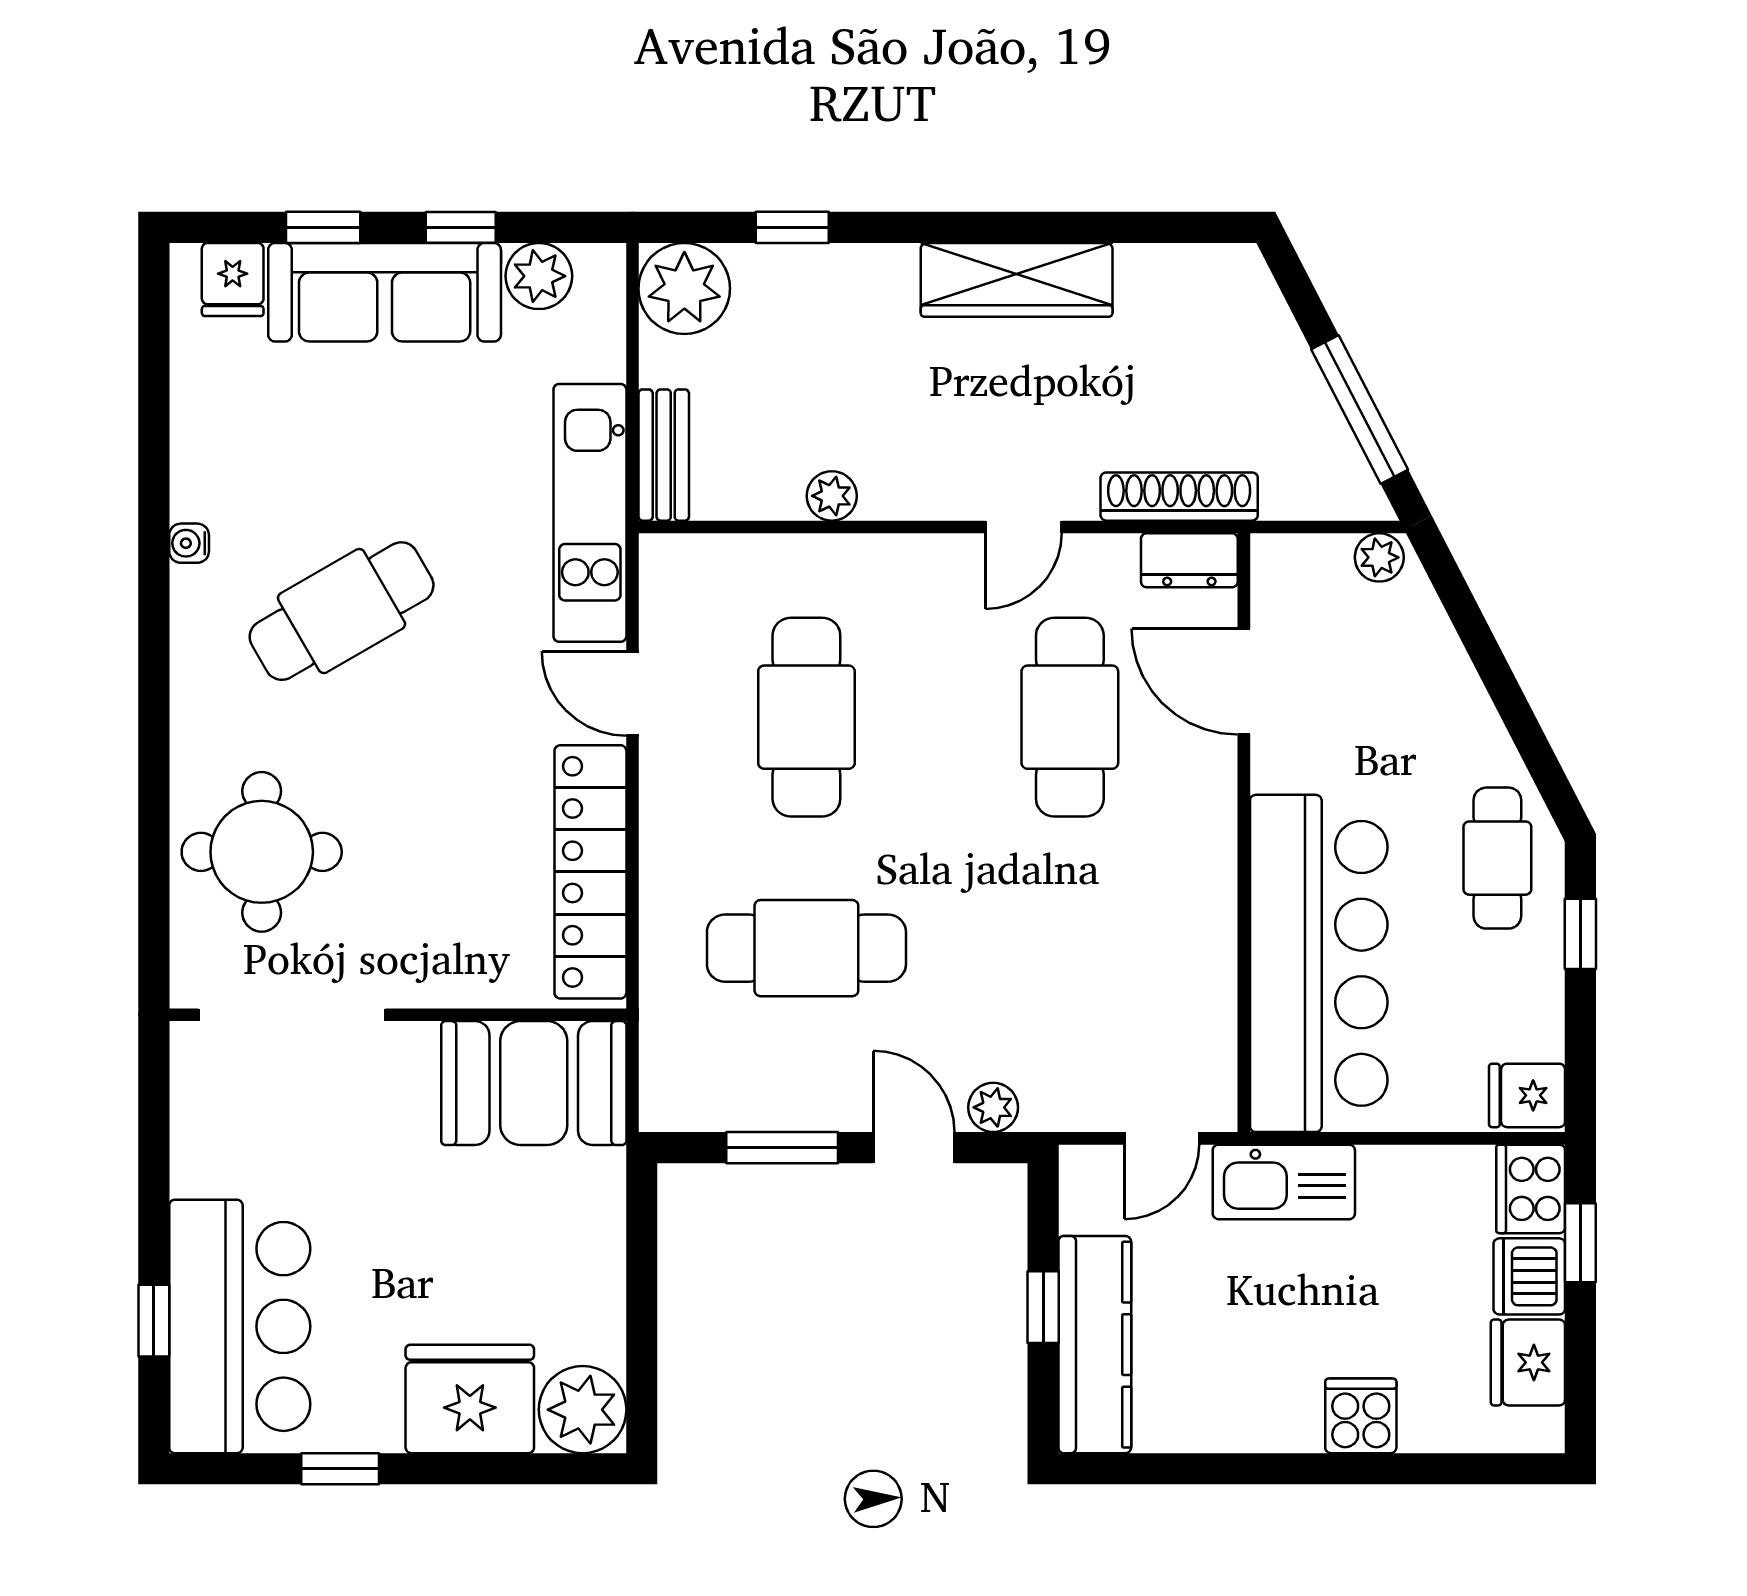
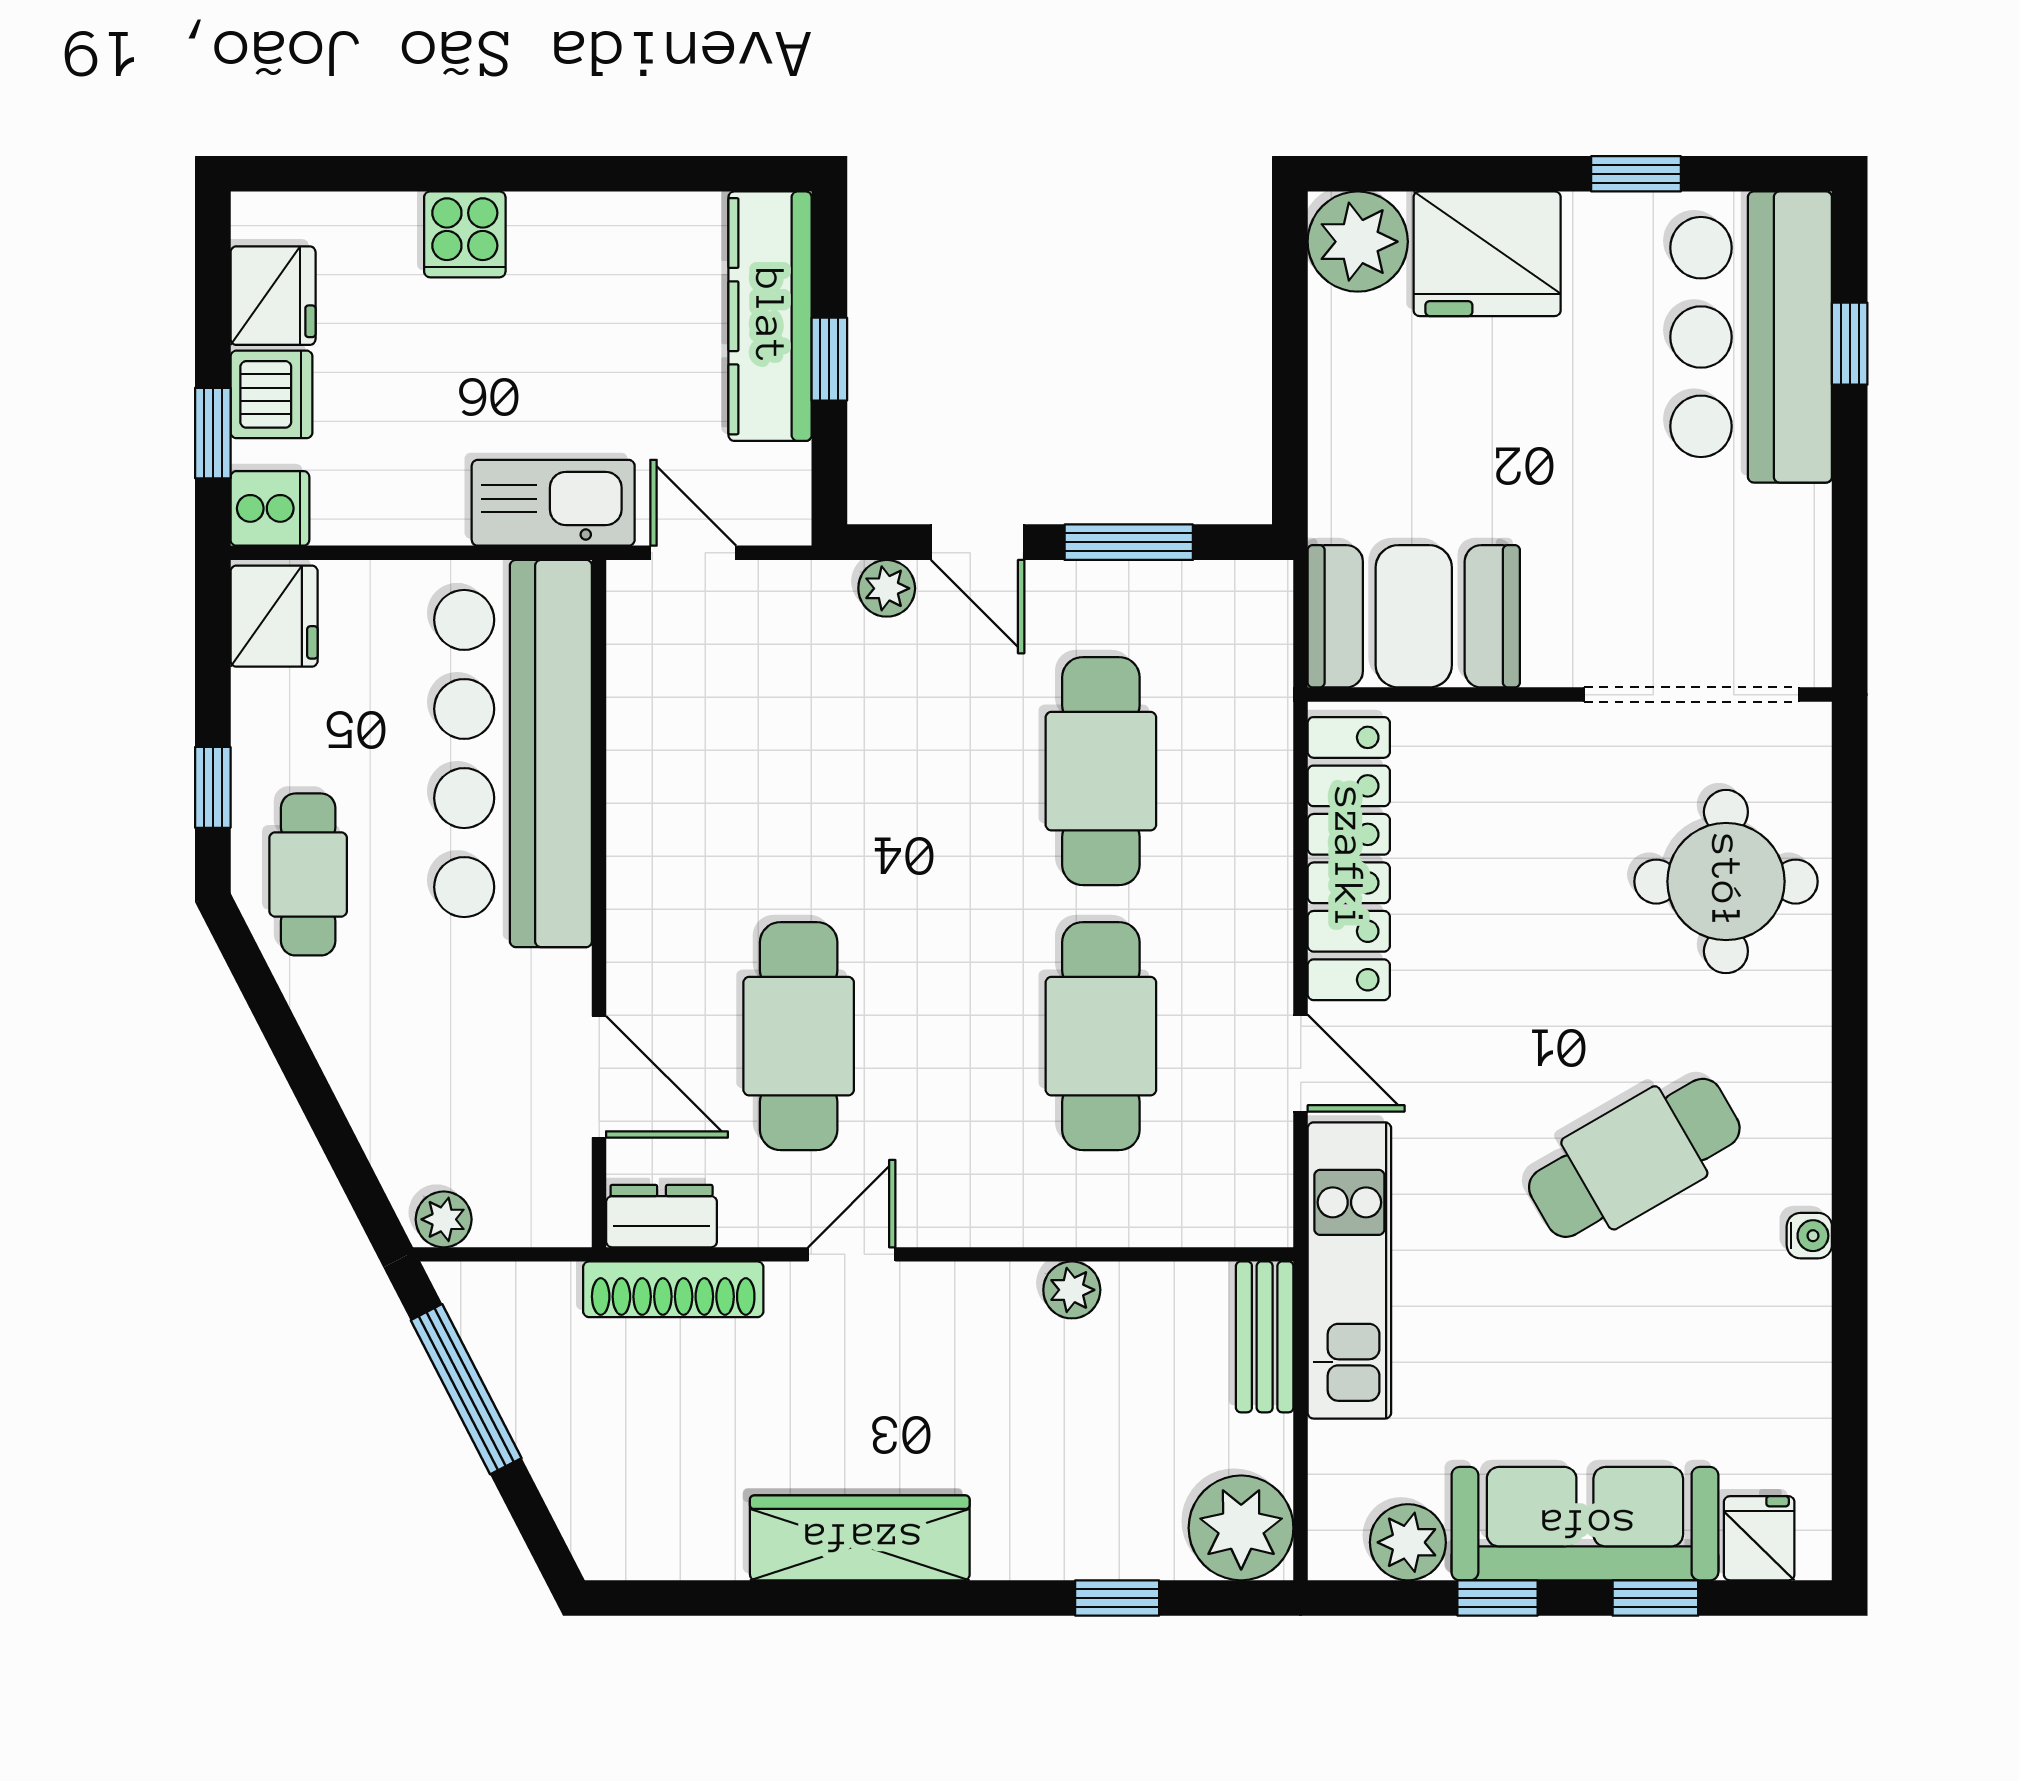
cafe table: (806, 948) -> (1101, 771), turned 90
fridge: (1527, 1095) -> (274, 616), width x1.38
door: (1162, 1138) -> (693, 553), hinge flipped
cooker: (1531, 1189) -> (270, 508), width x0.73

